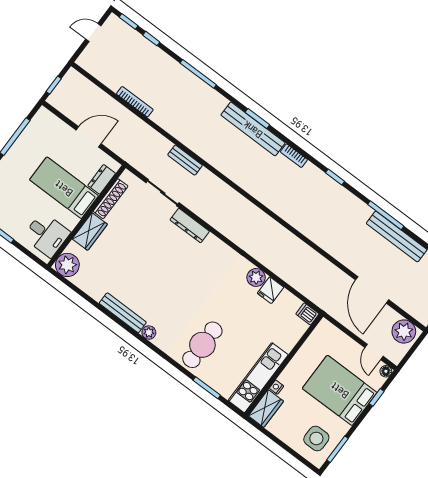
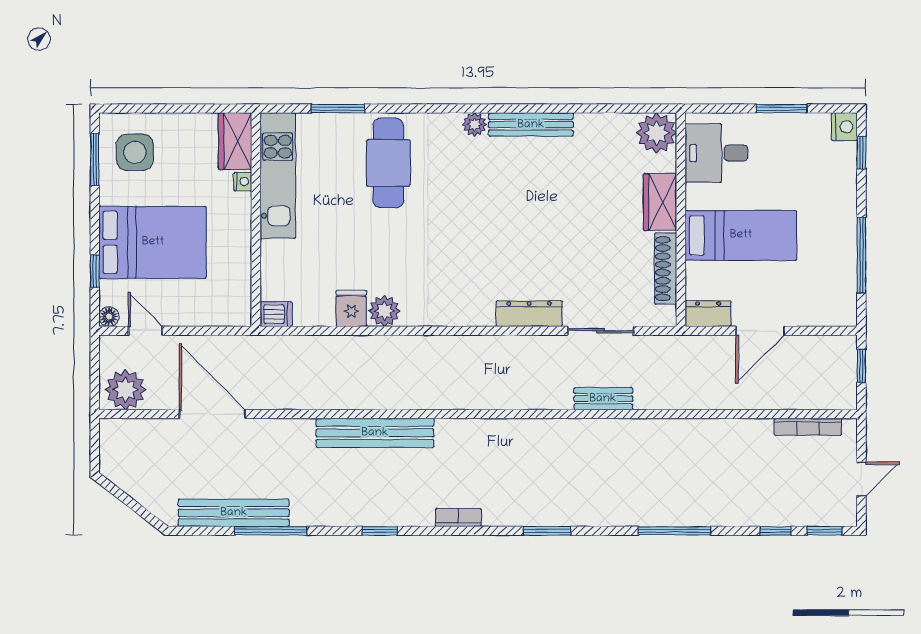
bookcase: (135, 102) -> (808, 427), moved
bench: (253, 129) -> (375, 433), moved
dresser: (102, 179) -> (708, 314), moved, turned -90

